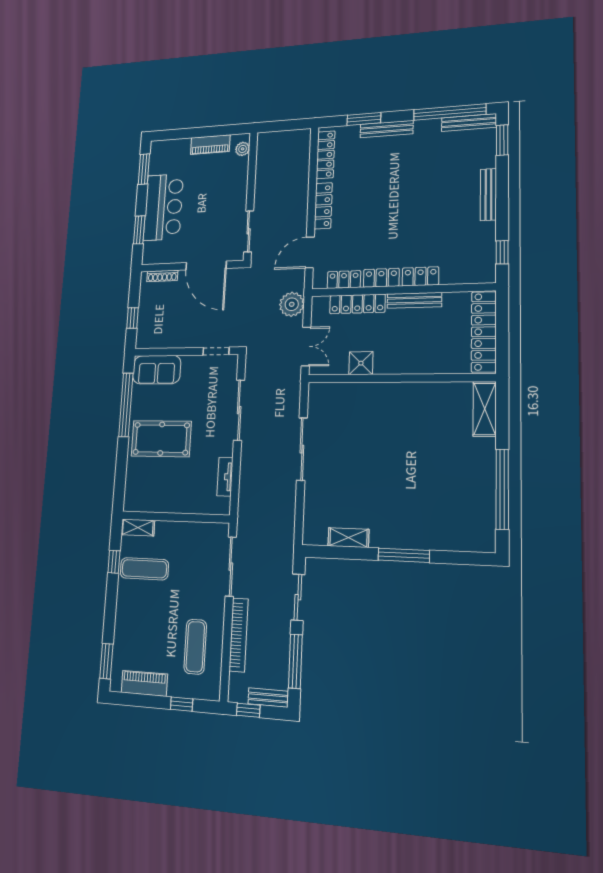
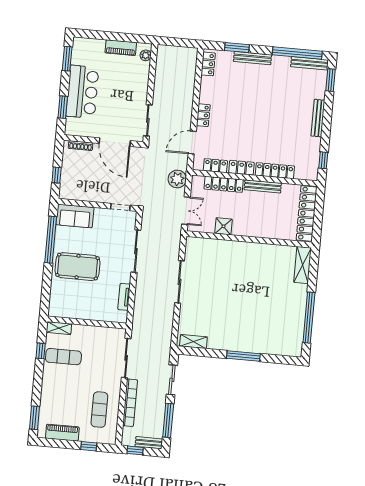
locker: (326, 155) -> (208, 64), width x0.66
locker: (323, 206) -> (203, 115), width x0.66
locker: (420, 276) -> (275, 171), width x1.53
shelving: (348, 538) -> (193, 342), moved

